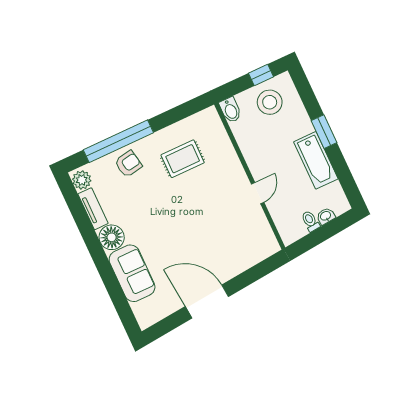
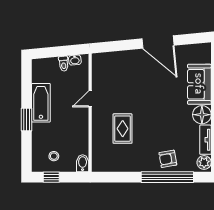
stool: (270, 102) -> (54, 156), width x0.53, depth x0.53
rug: (183, 159) -> (123, 129), moved, turned 90
washbasin: (326, 216) -> (75, 60), moved

